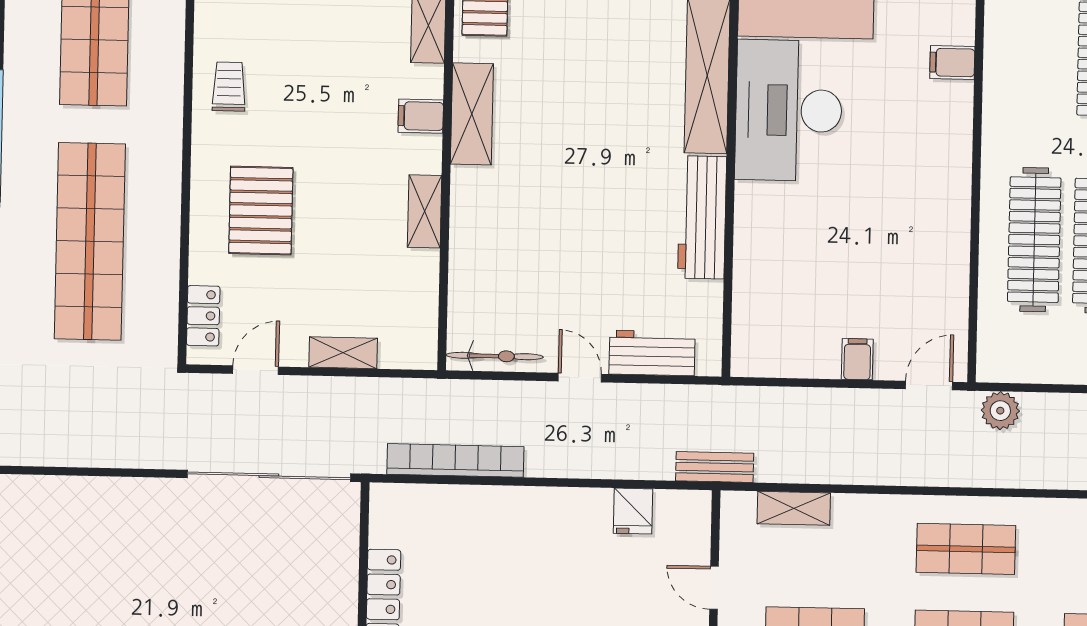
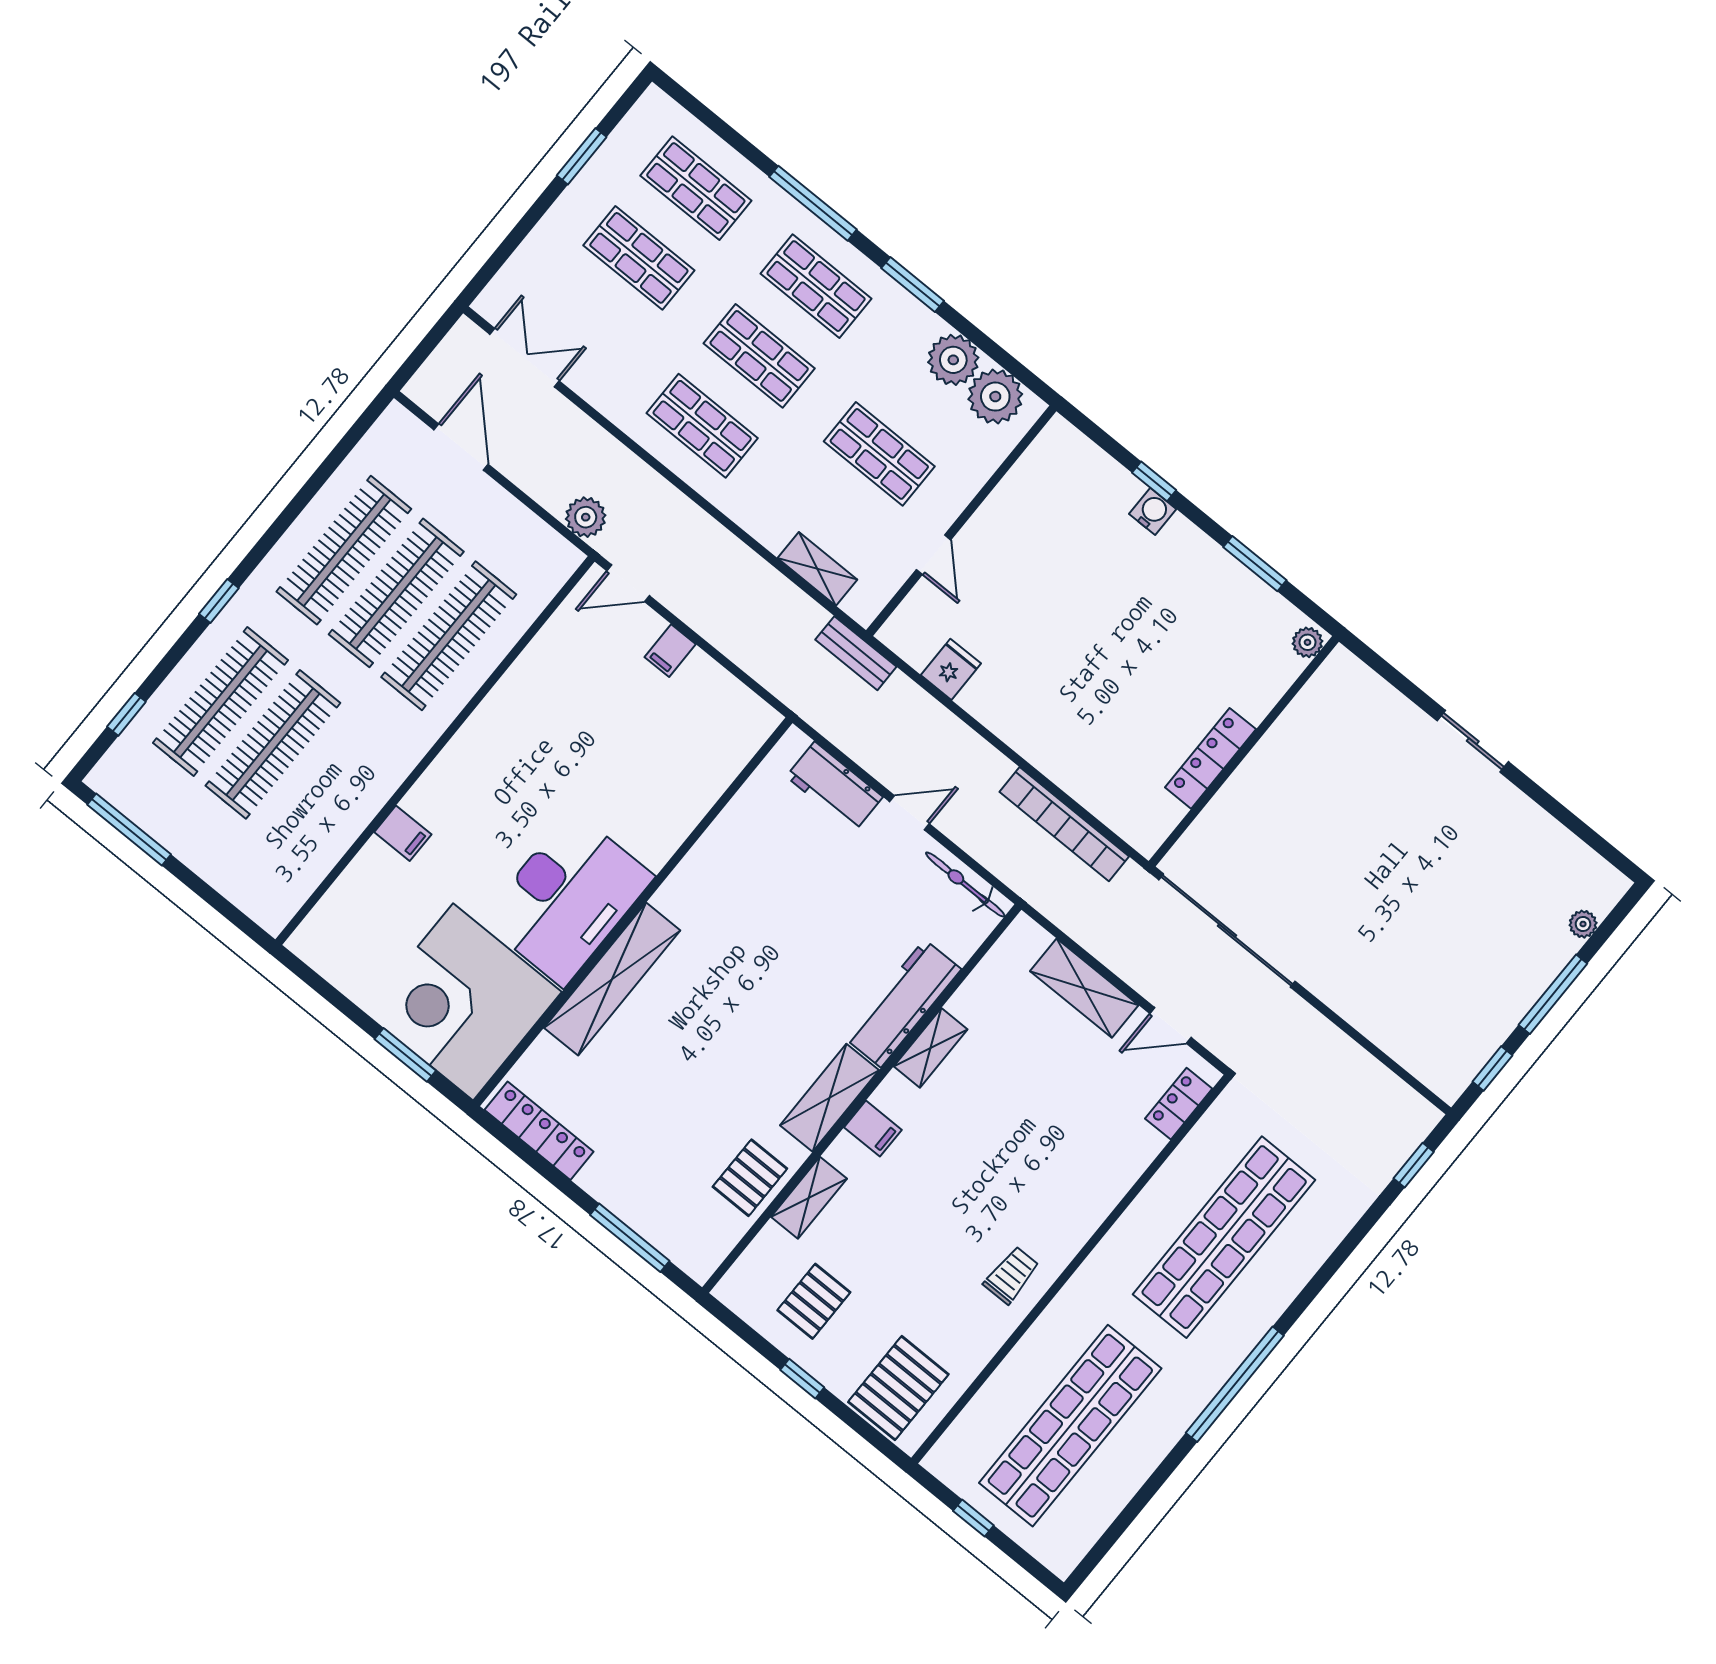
trolley: (229, 87) -> (1011, 1275), turned 180
pallet: (261, 211) -> (1064, 1153), removed
workbench: (702, 217) -> (903, 1003), moved, turned 180
shelving: (343, 353) -> (1084, 988), width x1.50, depth x1.33
door: (580, 378) -> (909, 813), swing flipped

